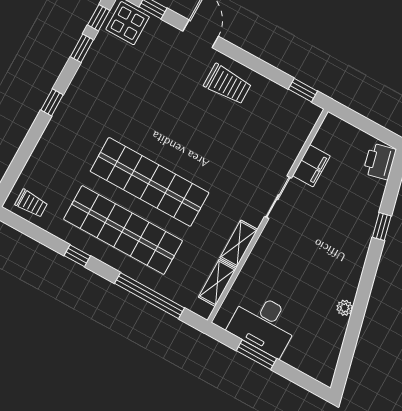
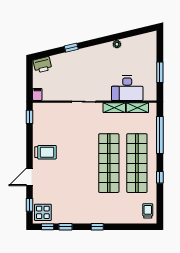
trolley: (228, 84) -> (46, 152), turned 90
filing cabinet: (311, 166) -> (37, 94), moved, width x0.50
desk: (264, 324) -> (127, 88), moved, turned 90

